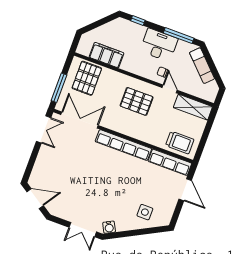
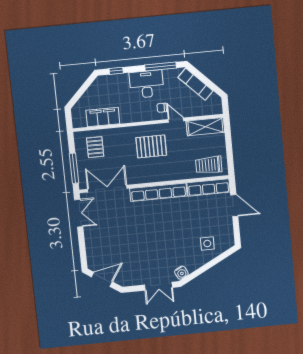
pallet: (87, 78) -> (95, 147), width x0.67, depth x0.71
trolley: (180, 142) -> (209, 165), turned 180

